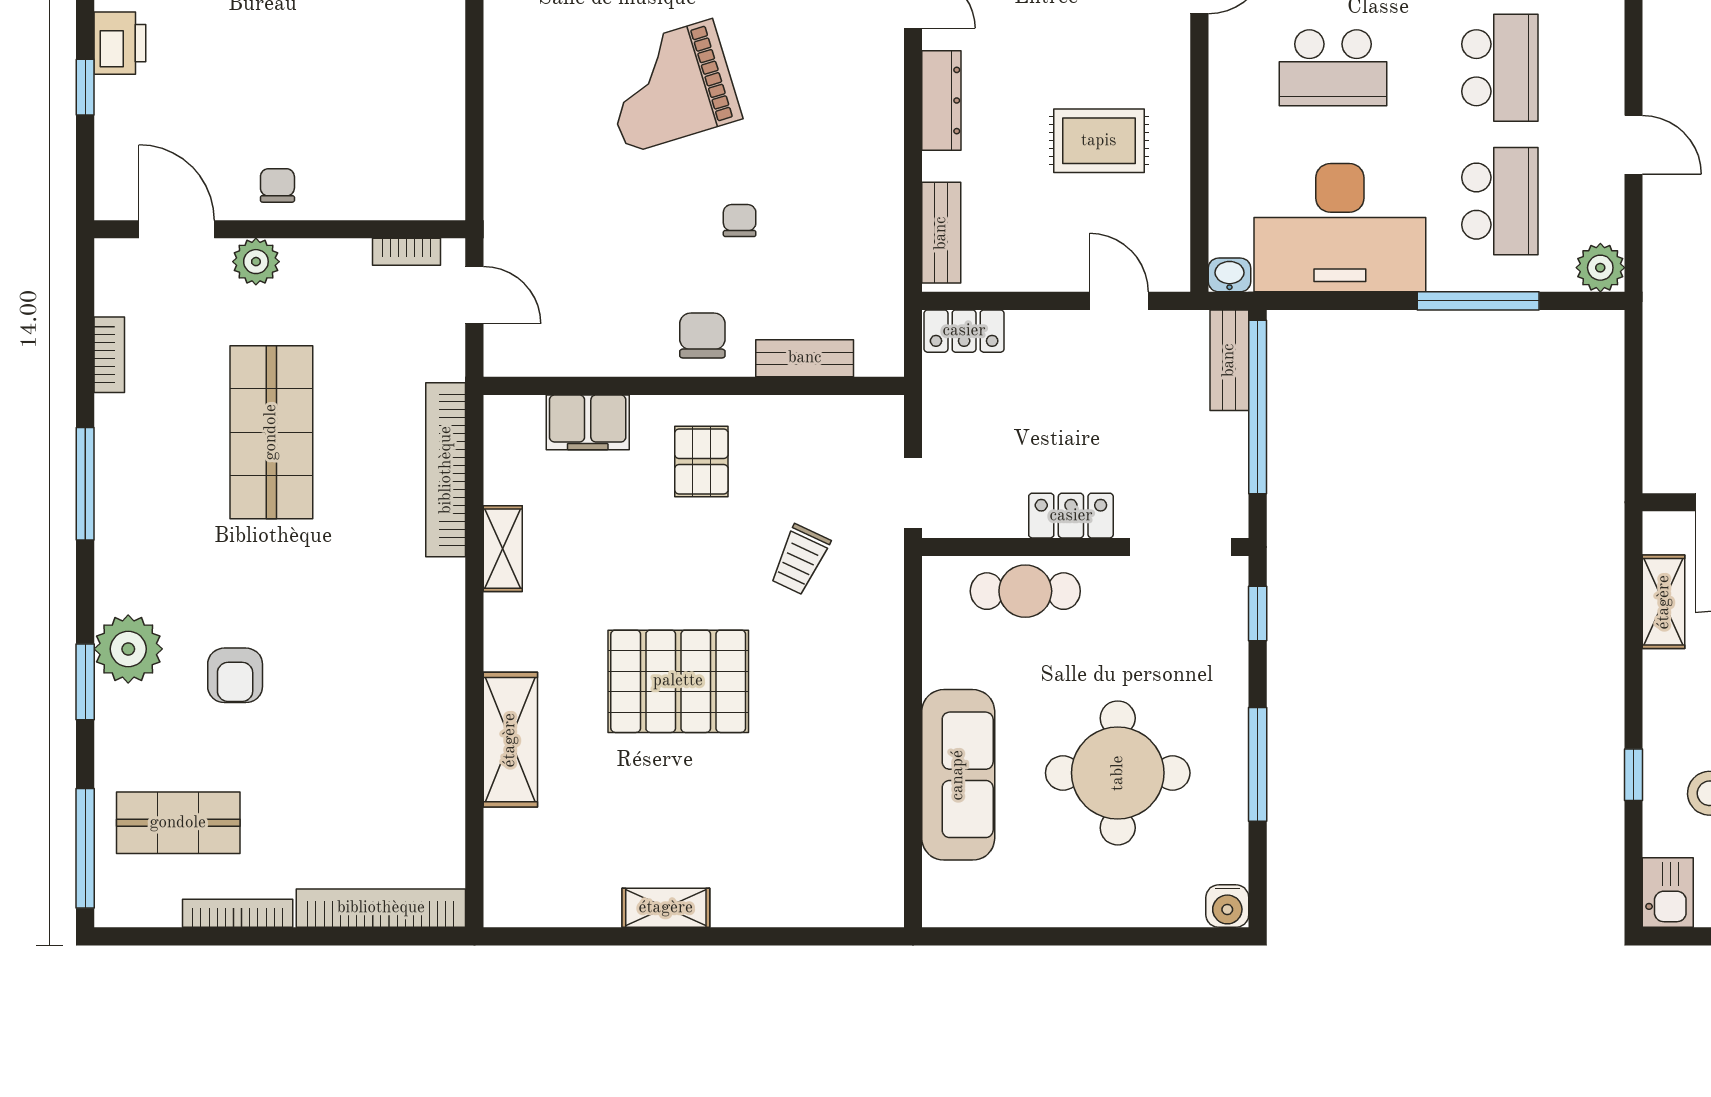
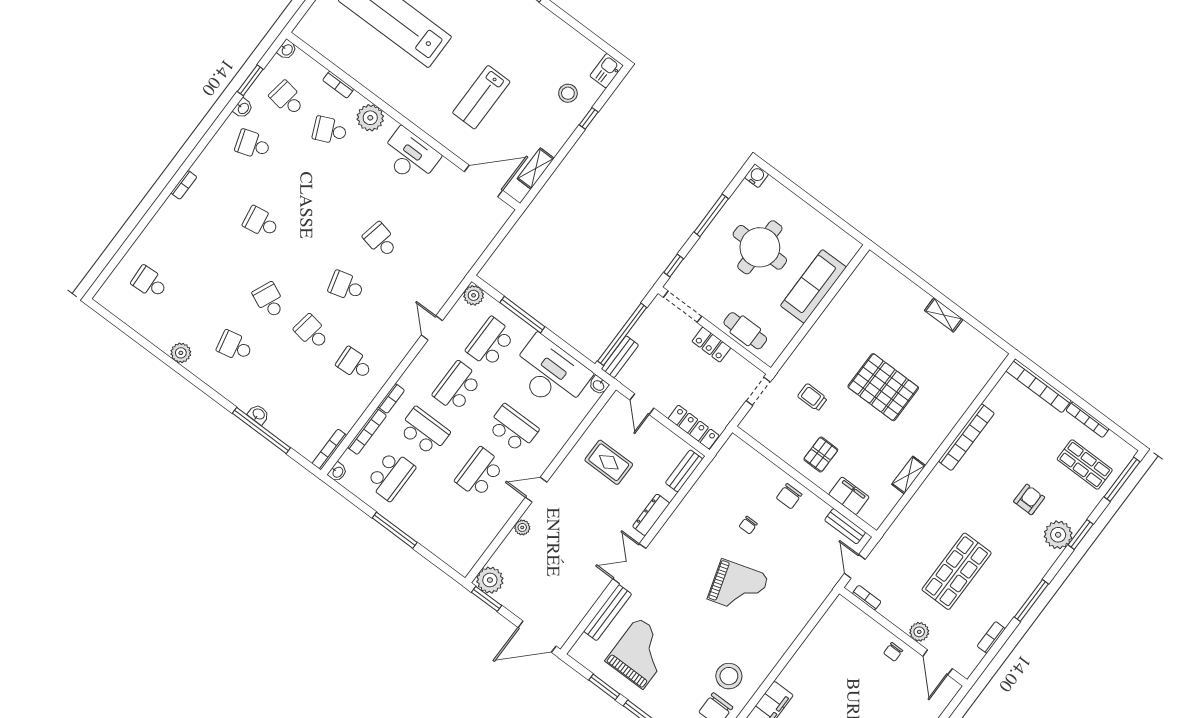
locker: (964, 331) -> (694, 427), width x1.53
bench: (805, 358) -> (845, 526), moved
bookcase: (446, 470) -> (966, 437), moved
trolley: (800, 560) -> (812, 397), turned -115
shelving: (510, 740) -> (954, 410), removed

